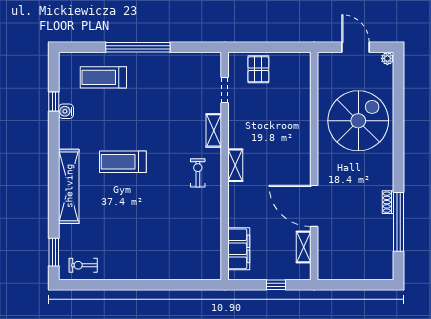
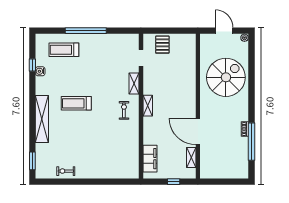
exercise bike: (83, 265) -> (66, 171), moved

